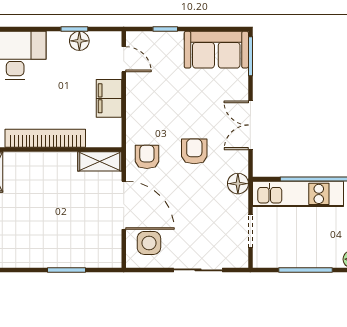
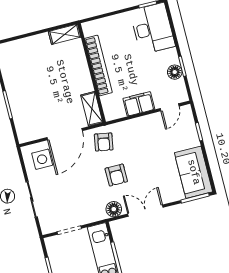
armchair: (194, 151) -> (116, 175), turned 90
armchair: (147, 157) -> (104, 142), turned 100
floor lamp: (238, 184) -> (114, 209), moved

